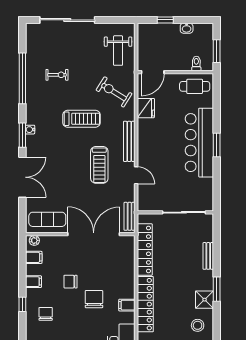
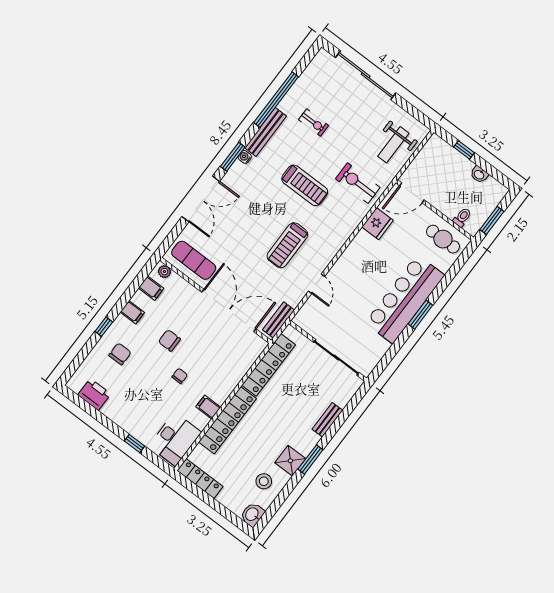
exercise bike: (114, 92) -> (358, 183), turned -32
bench: (129, 141) -> (266, 132), moved
chair: (94, 299) -> (180, 376), width x0.54, depth x0.54

